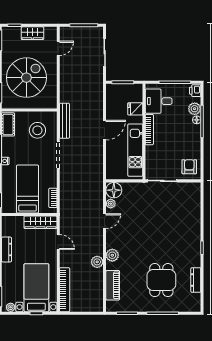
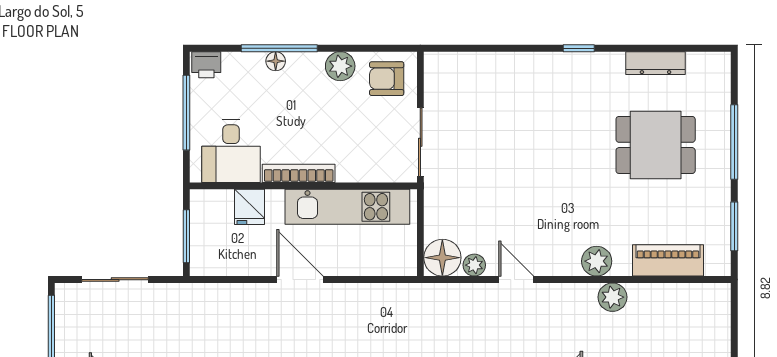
plant: (195, 109) -> (340, 66), moved

